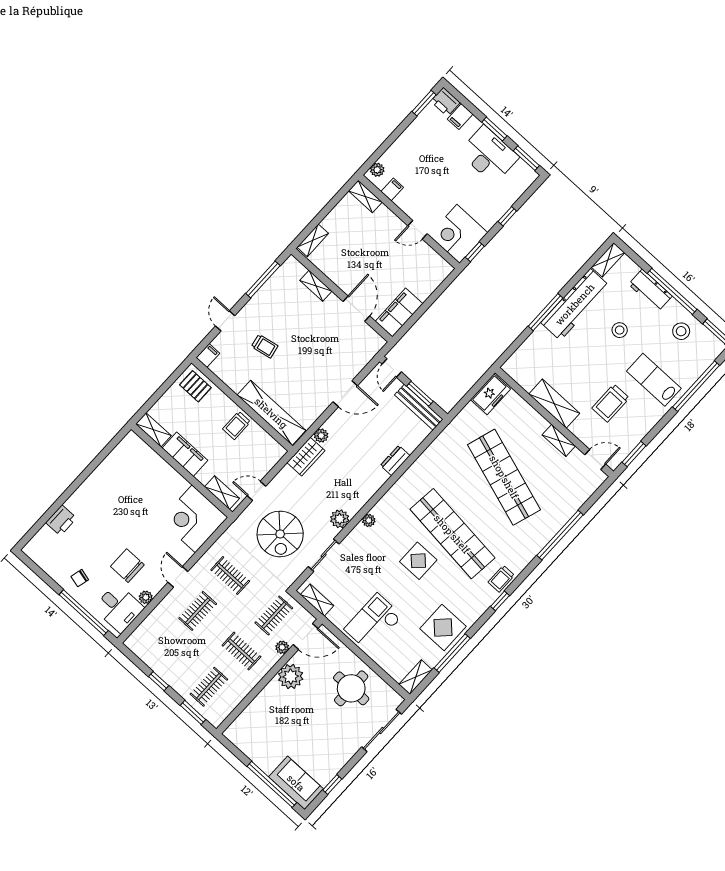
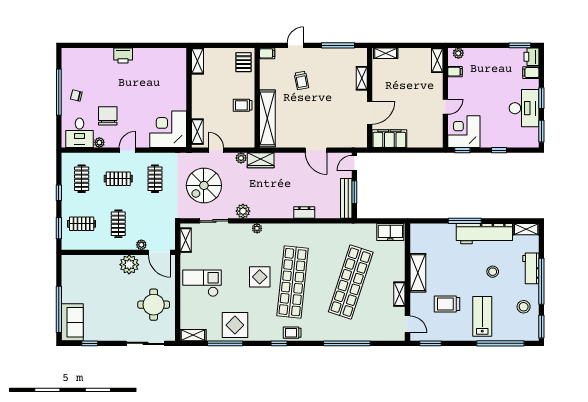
door: (418, 230) -> (445, 107), swing flipped
plant: (321, 436) -> (241, 158), moved
filing cabinet: (185, 454) -> (200, 91), removed
printer: (61, 520) -> (123, 55), moved
window: (84, 613) -> (59, 92), moved
clothes rail: (274, 615) -> (82, 179), moved, turned 90

